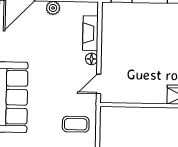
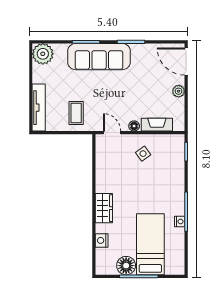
side table: (123, 49) -> (143, 154), added

